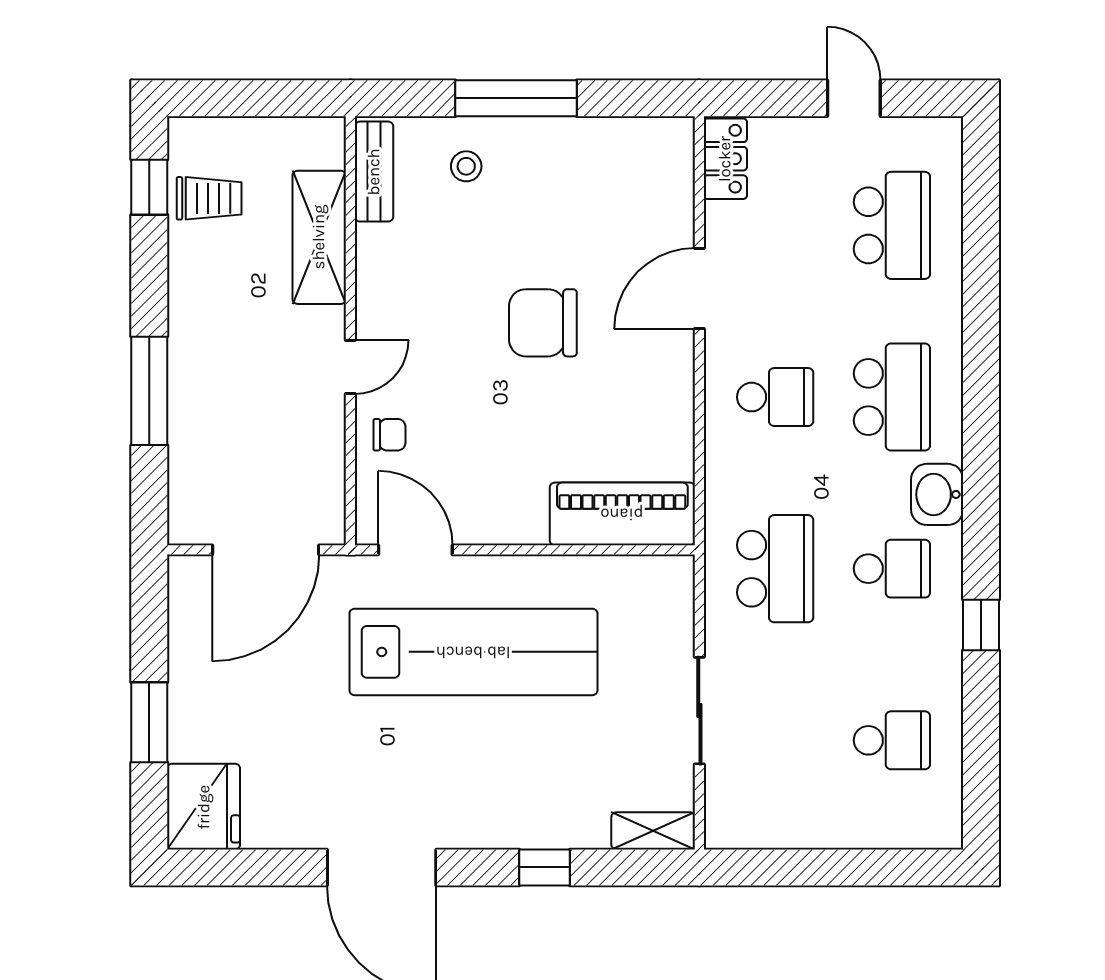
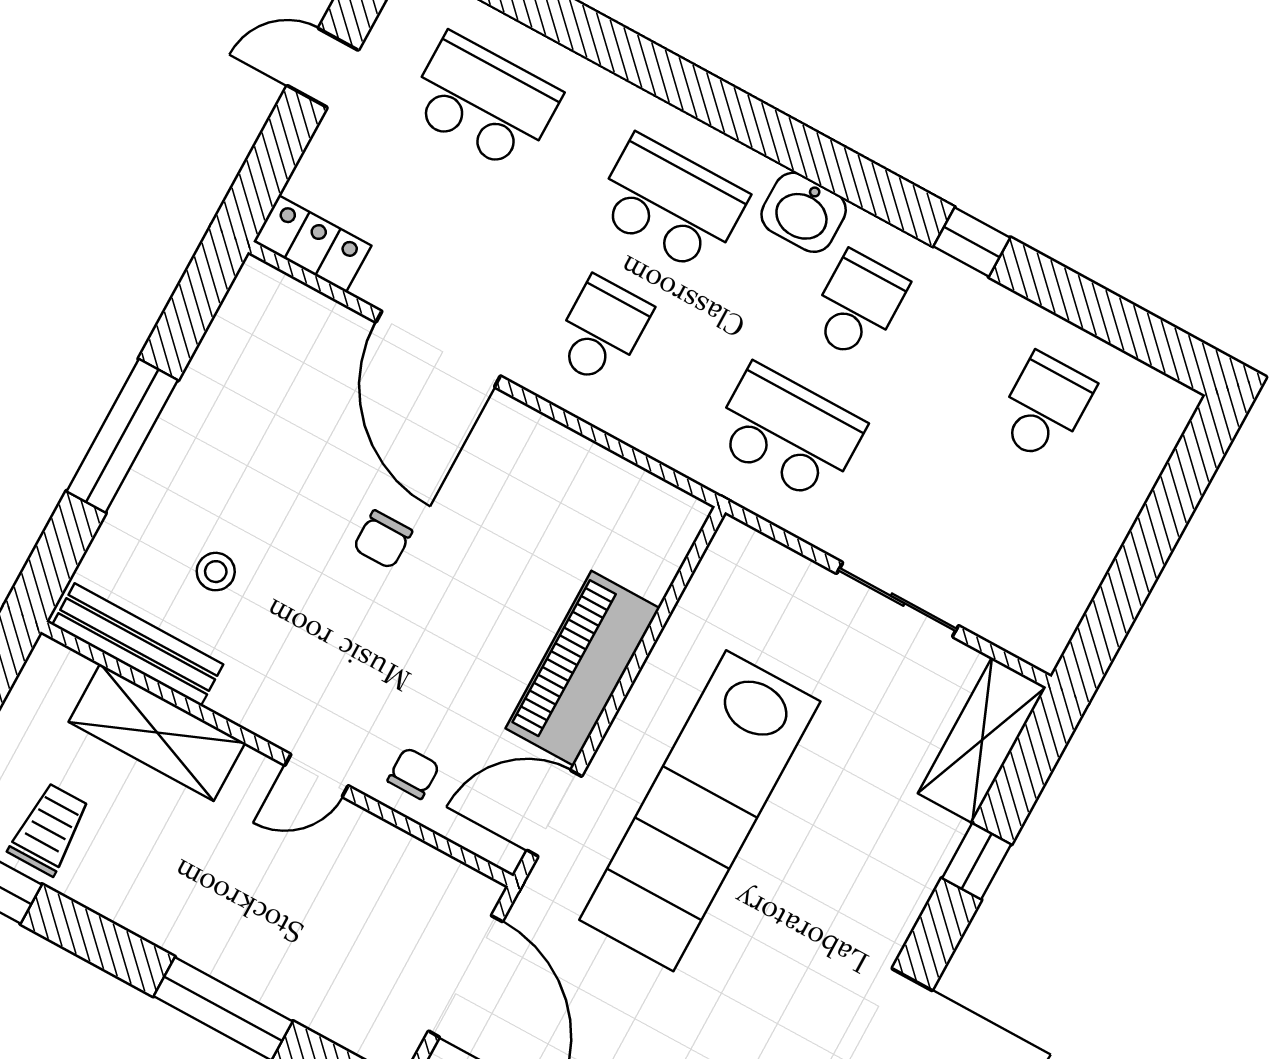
stool: (466, 166) -> (216, 572), moved
bench: (374, 172) -> (138, 645), width x1.36
door: (699, 288) -> (438, 349), width x1.36
chair: (543, 323) -> (383, 540), width x0.54, depth x0.54
door: (350, 367) -> (317, 775), swing flipped
piano: (622, 514) -> (583, 668), moved
lab bench: (473, 652) -> (700, 811), turned 180
shelving: (653, 831) -> (982, 740), width x1.50, depth x1.33

